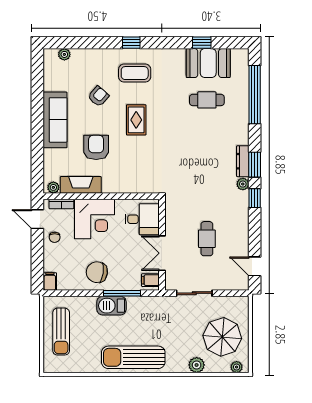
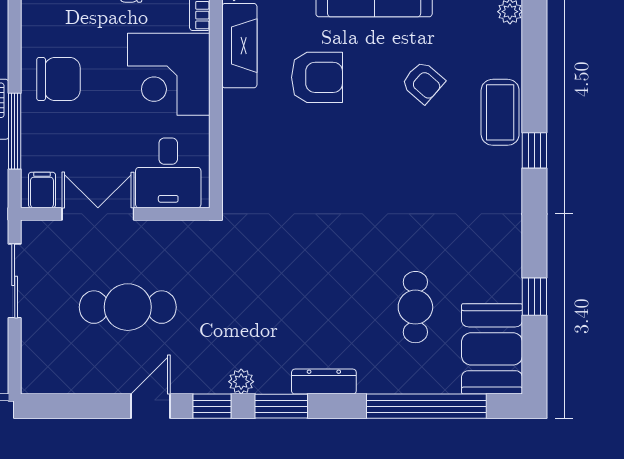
booth: (208, 63) -> (492, 349), moved
coffee table: (135, 73) -> (500, 112), moved
rug: (136, 120) -> (374, 161), removed
dresser: (243, 161) -> (324, 382), moved
cafe table: (207, 239) -> (128, 307), width x1.37, depth x1.35
door: (255, 266) -> (151, 406), moved
chair: (97, 272) -> (58, 79), turned 82

